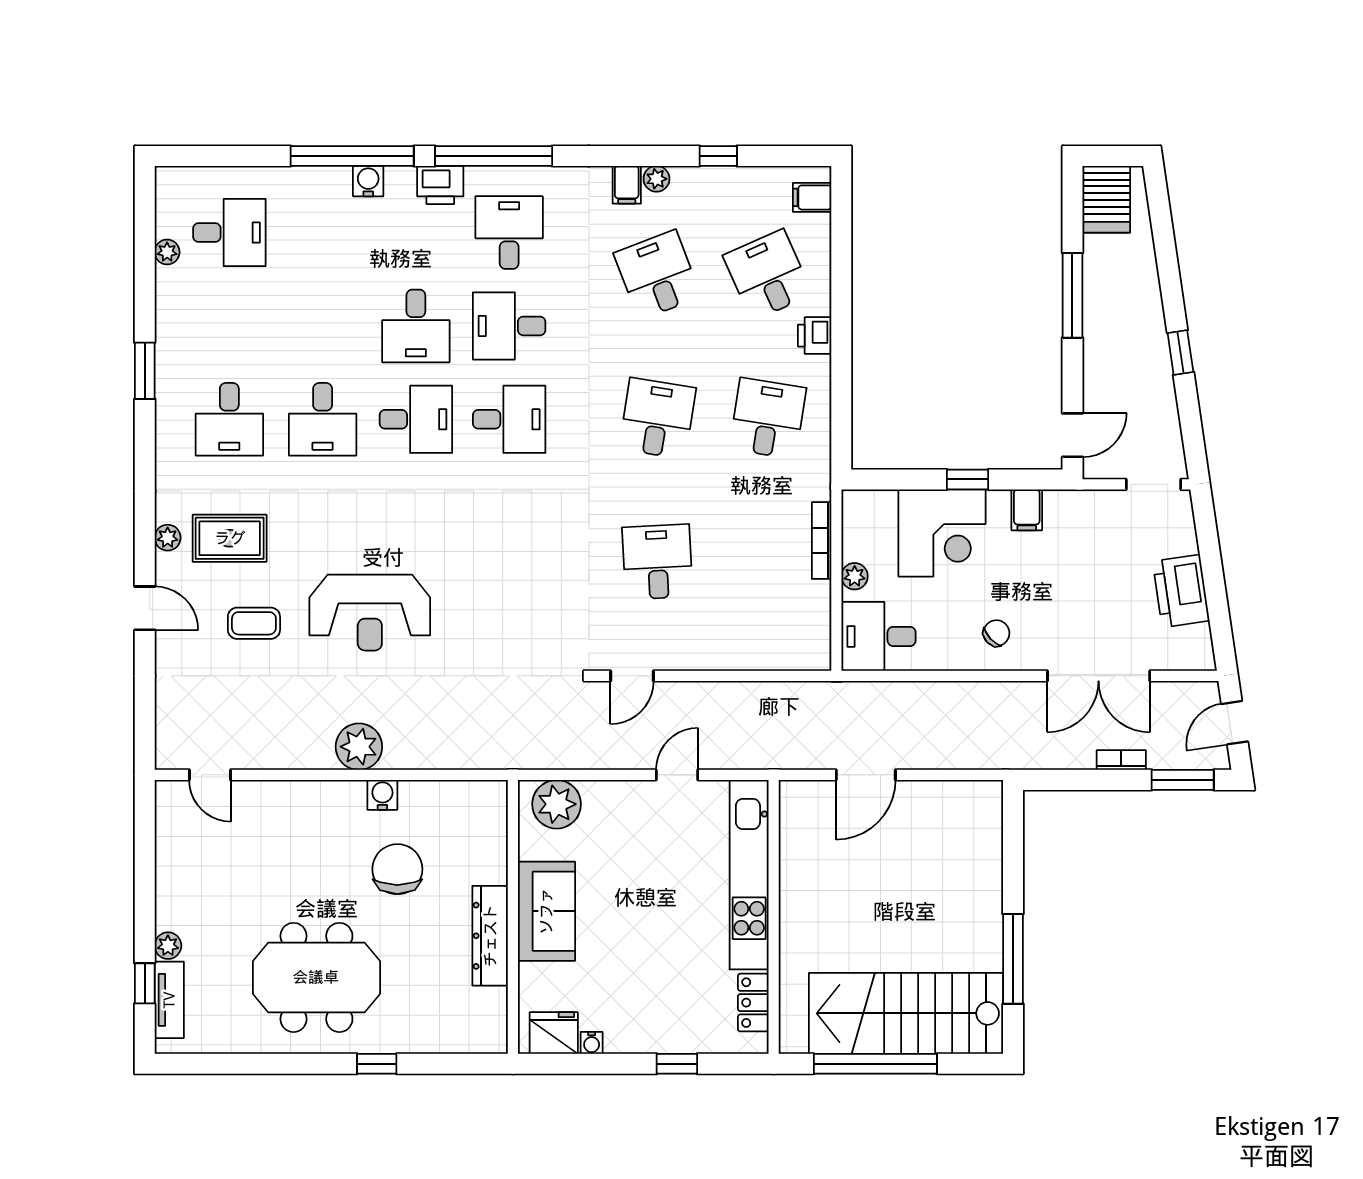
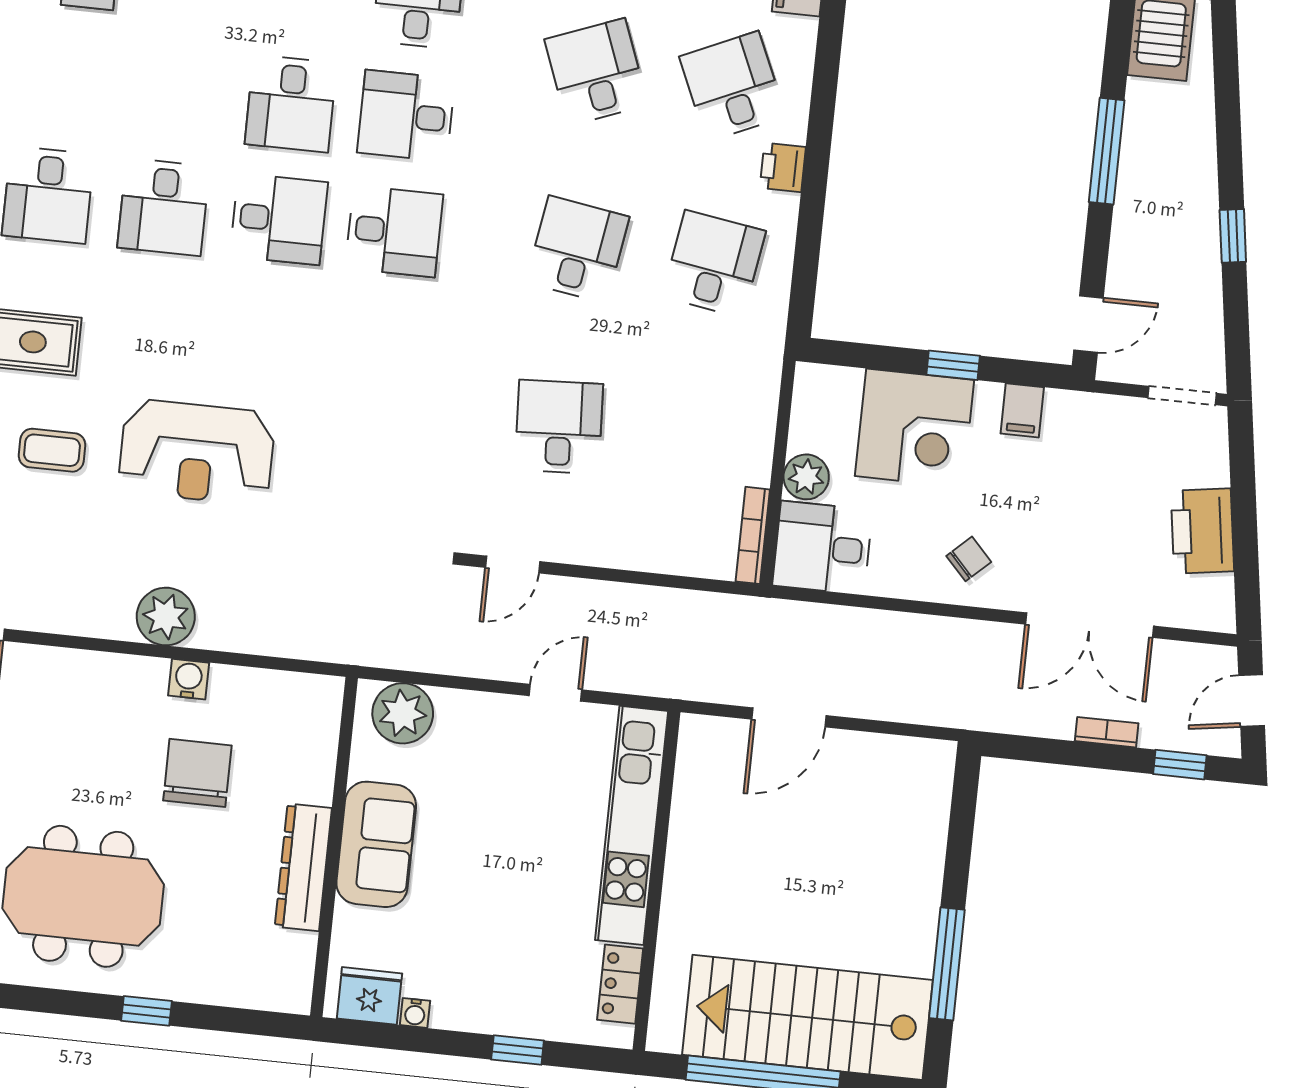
bookcase: (822, 541) -> (753, 535), moved
plant: (855, 576) -> (806, 477), width x1.38, depth x1.38
window: (1183, 780) -> (1180, 765), width x0.67

